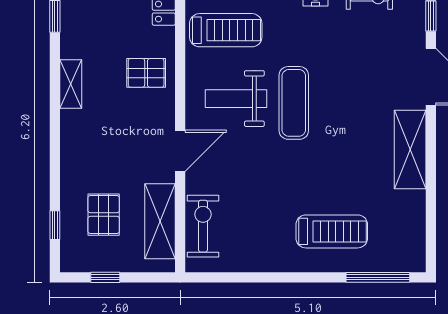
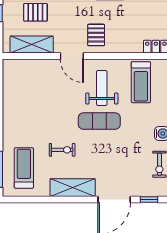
pallet: (146, 73) -> (96, 35), moved
exercise bike: (203, 226) -> (62, 150), moved, width x0.73, depth x0.72
treadmill: (332, 231) -> (24, 168), moved, turned 180

